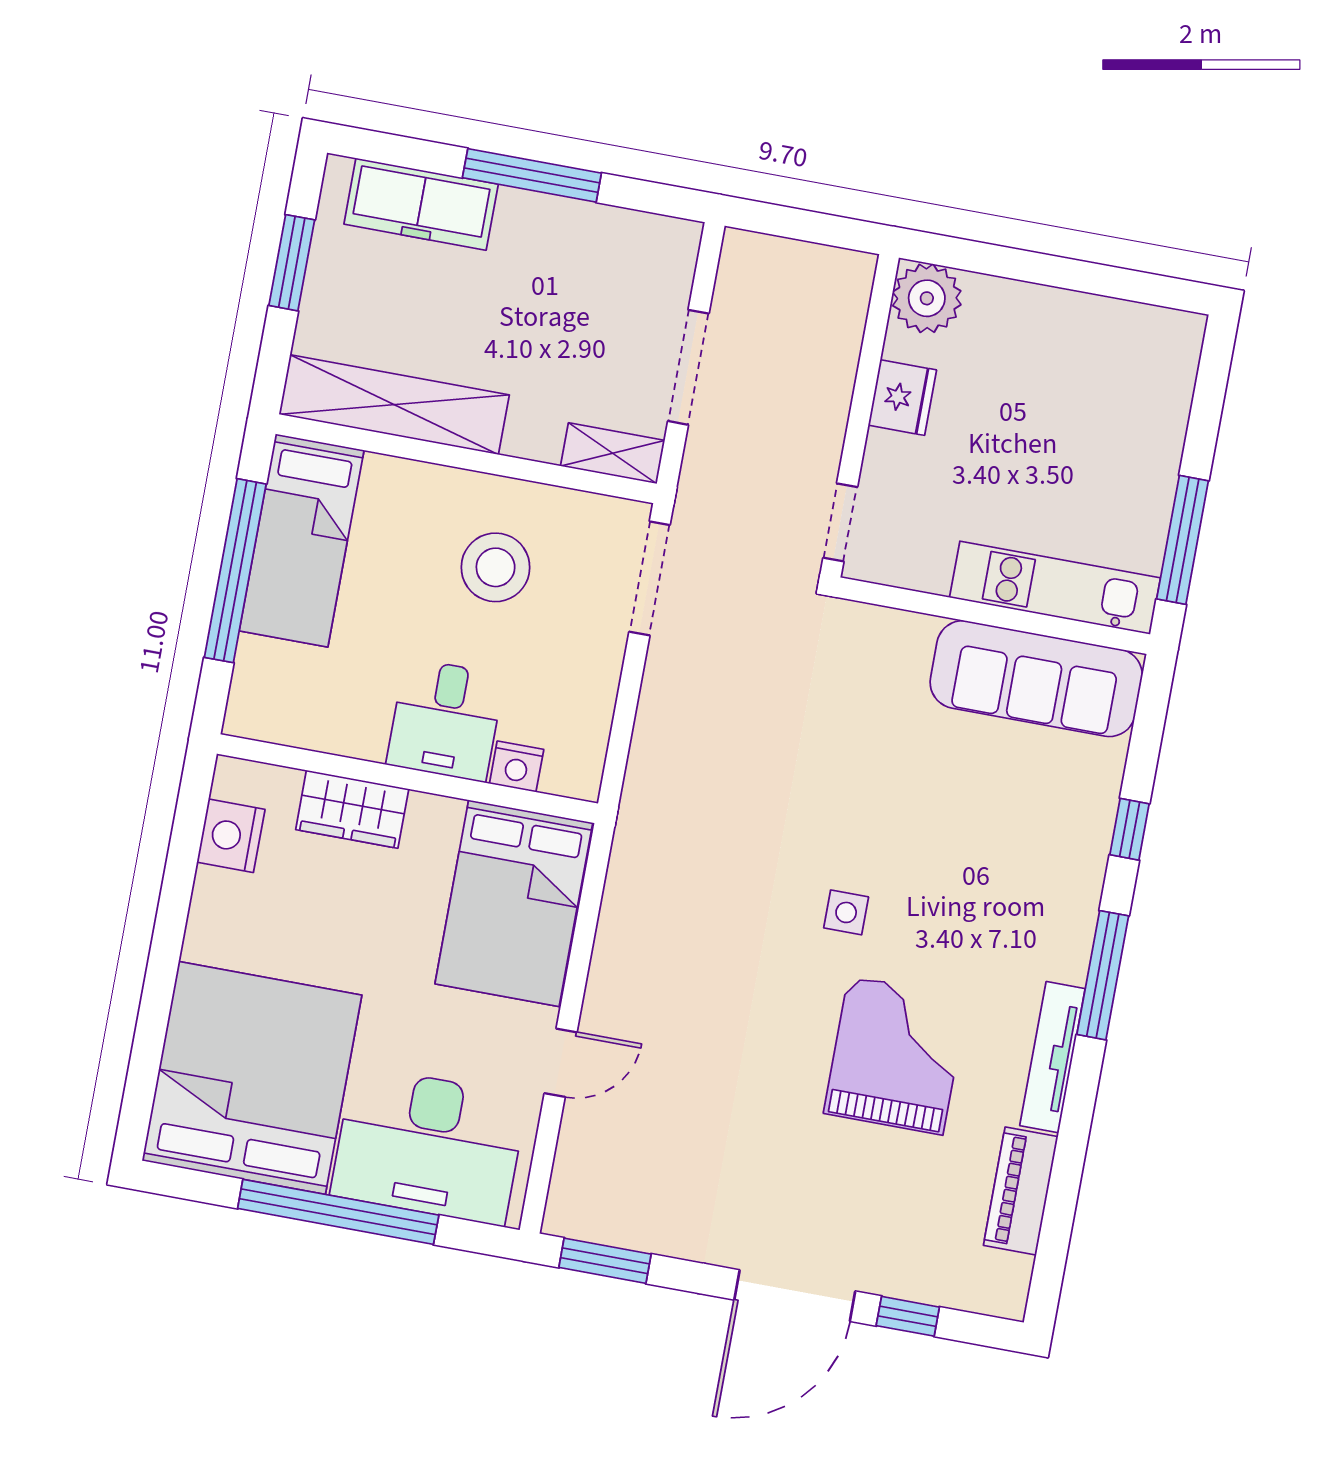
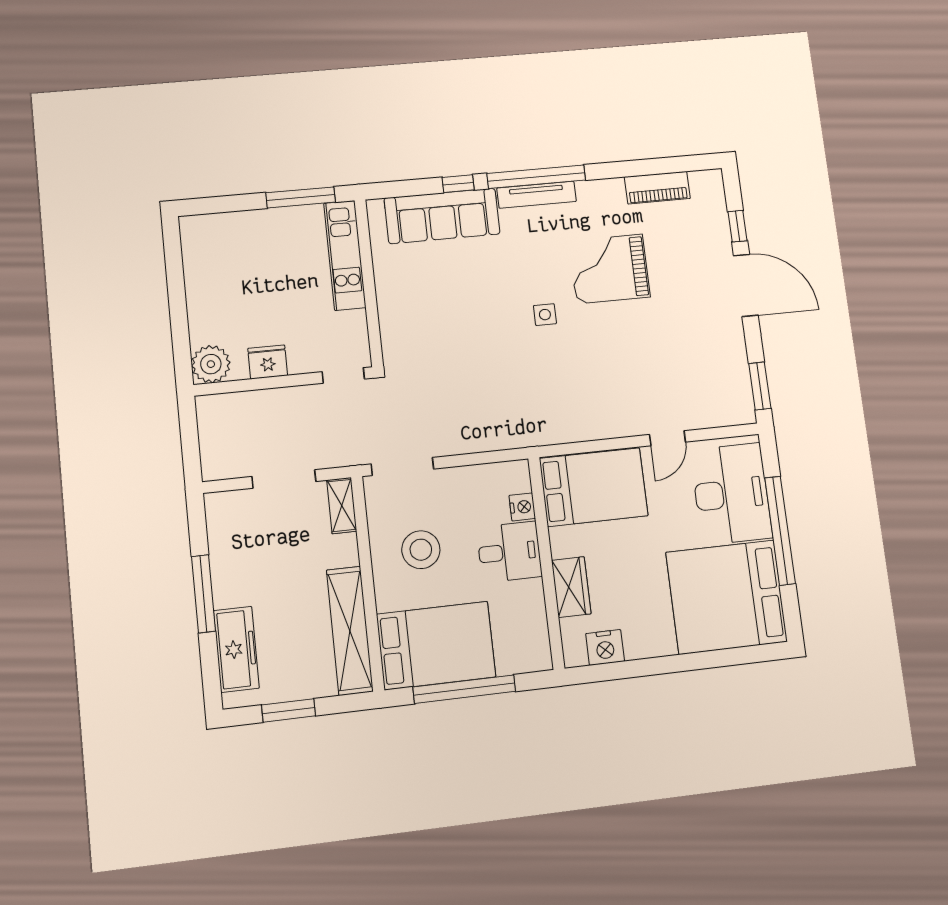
bed: (302, 540) -> (436, 645), width x1.50
sofa: (1036, 679) -> (442, 216), moved, turned 90
window: (1103, 975) -> (536, 177), width x1.46
tv unit: (1052, 1057) -> (537, 195), moved
door: (561, 1063) -> (667, 438), swing flipped

